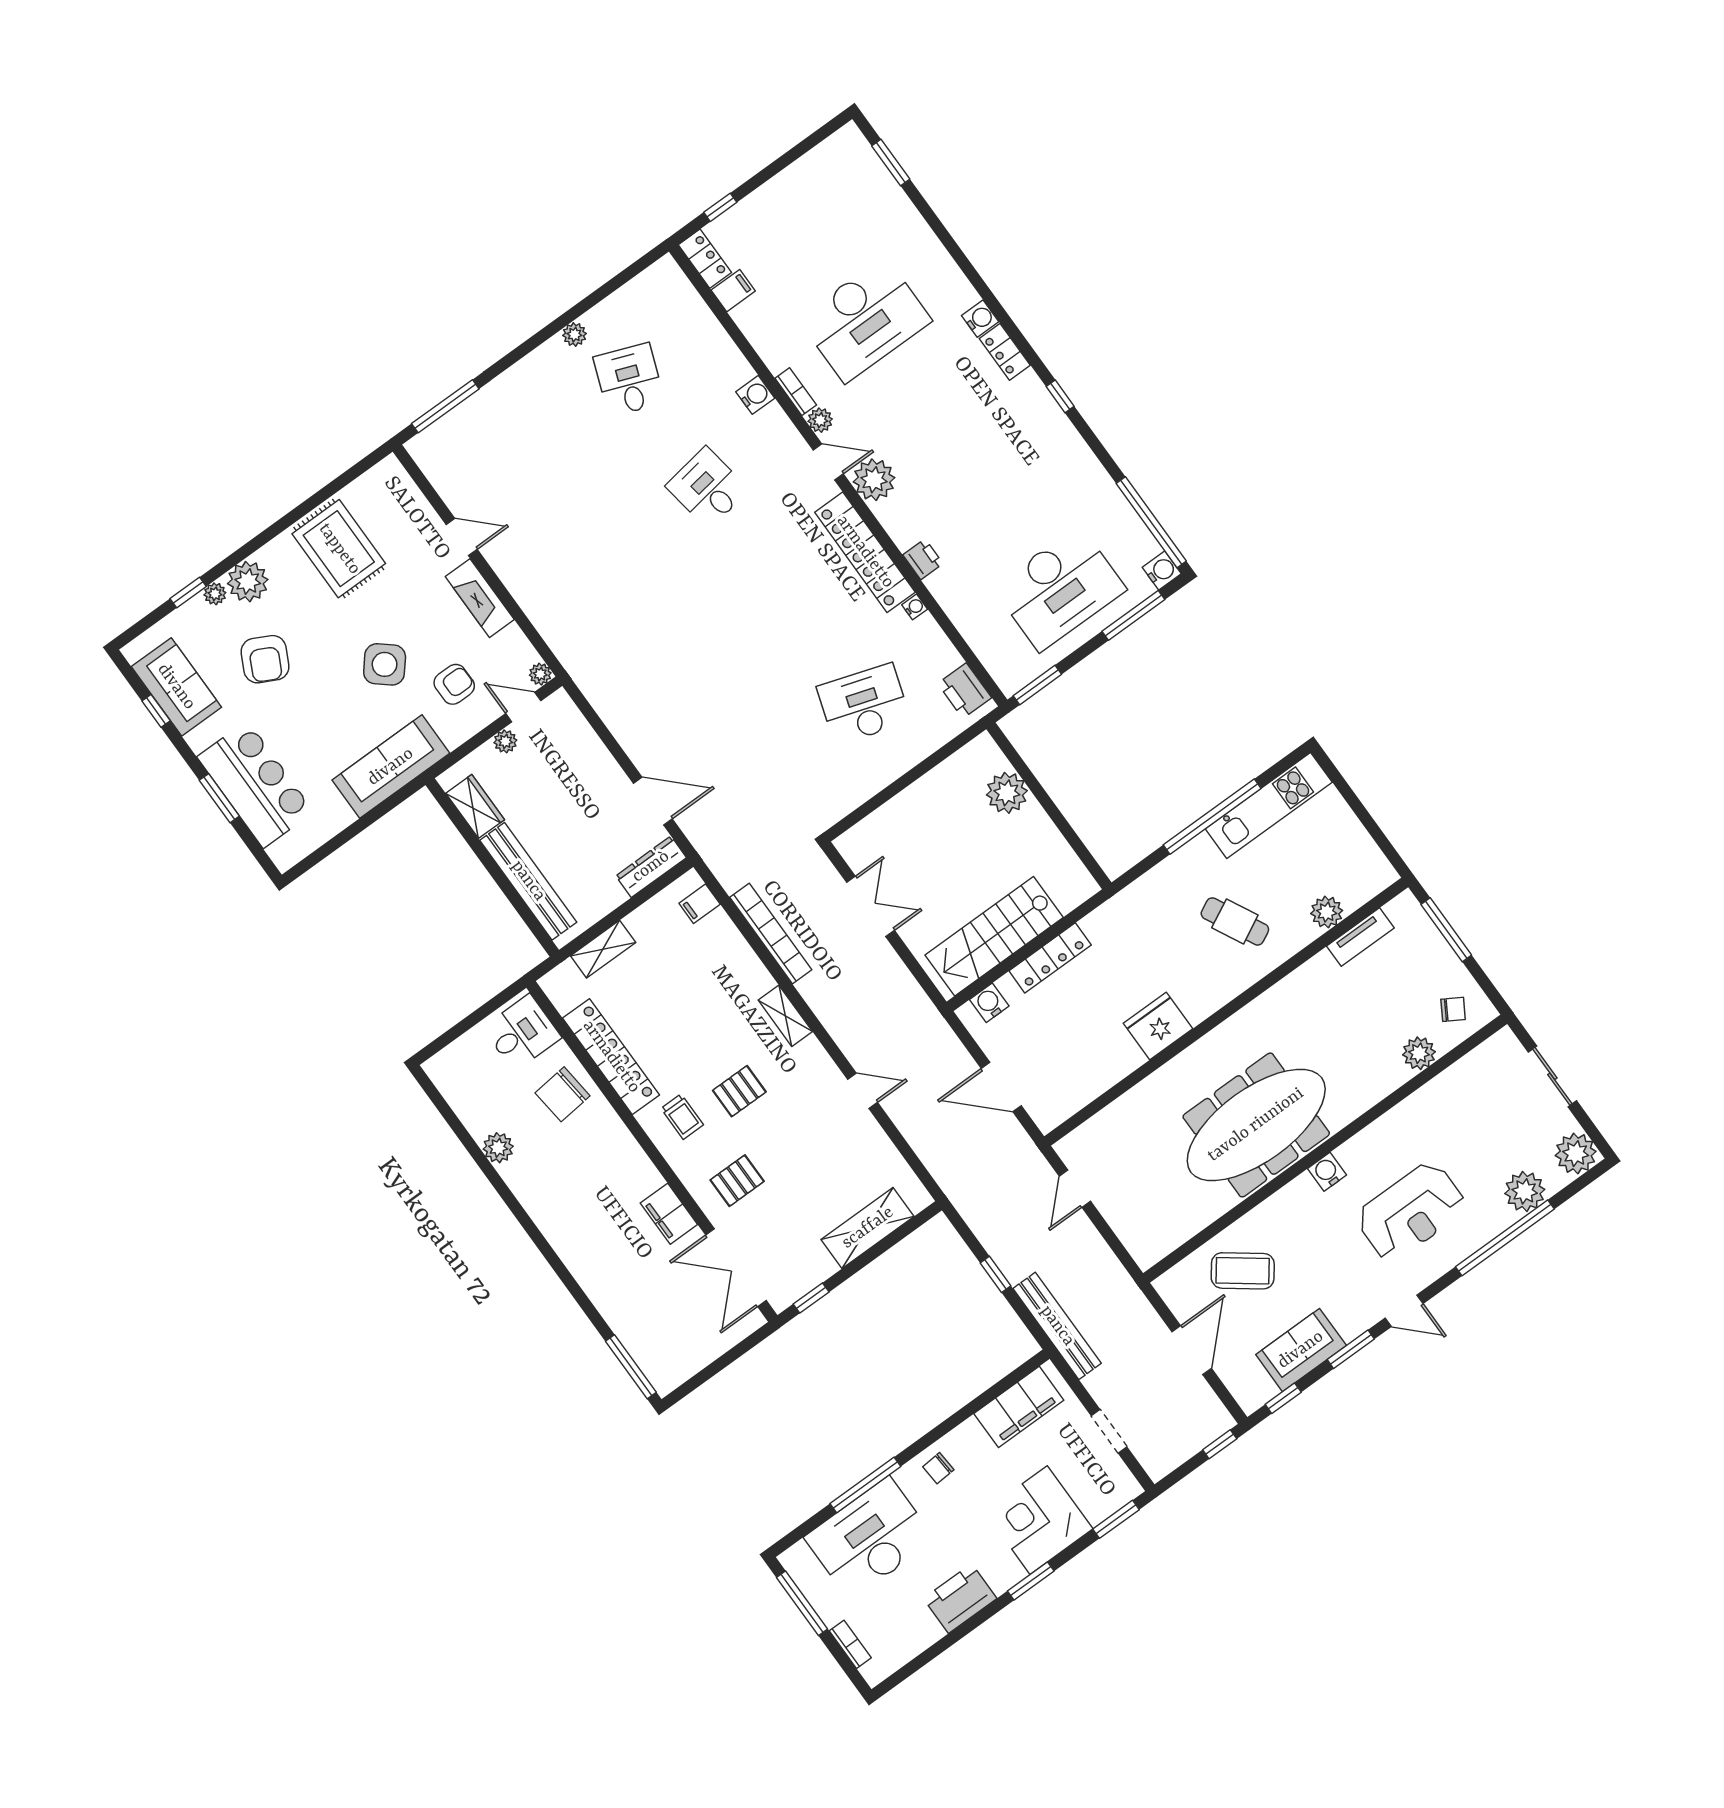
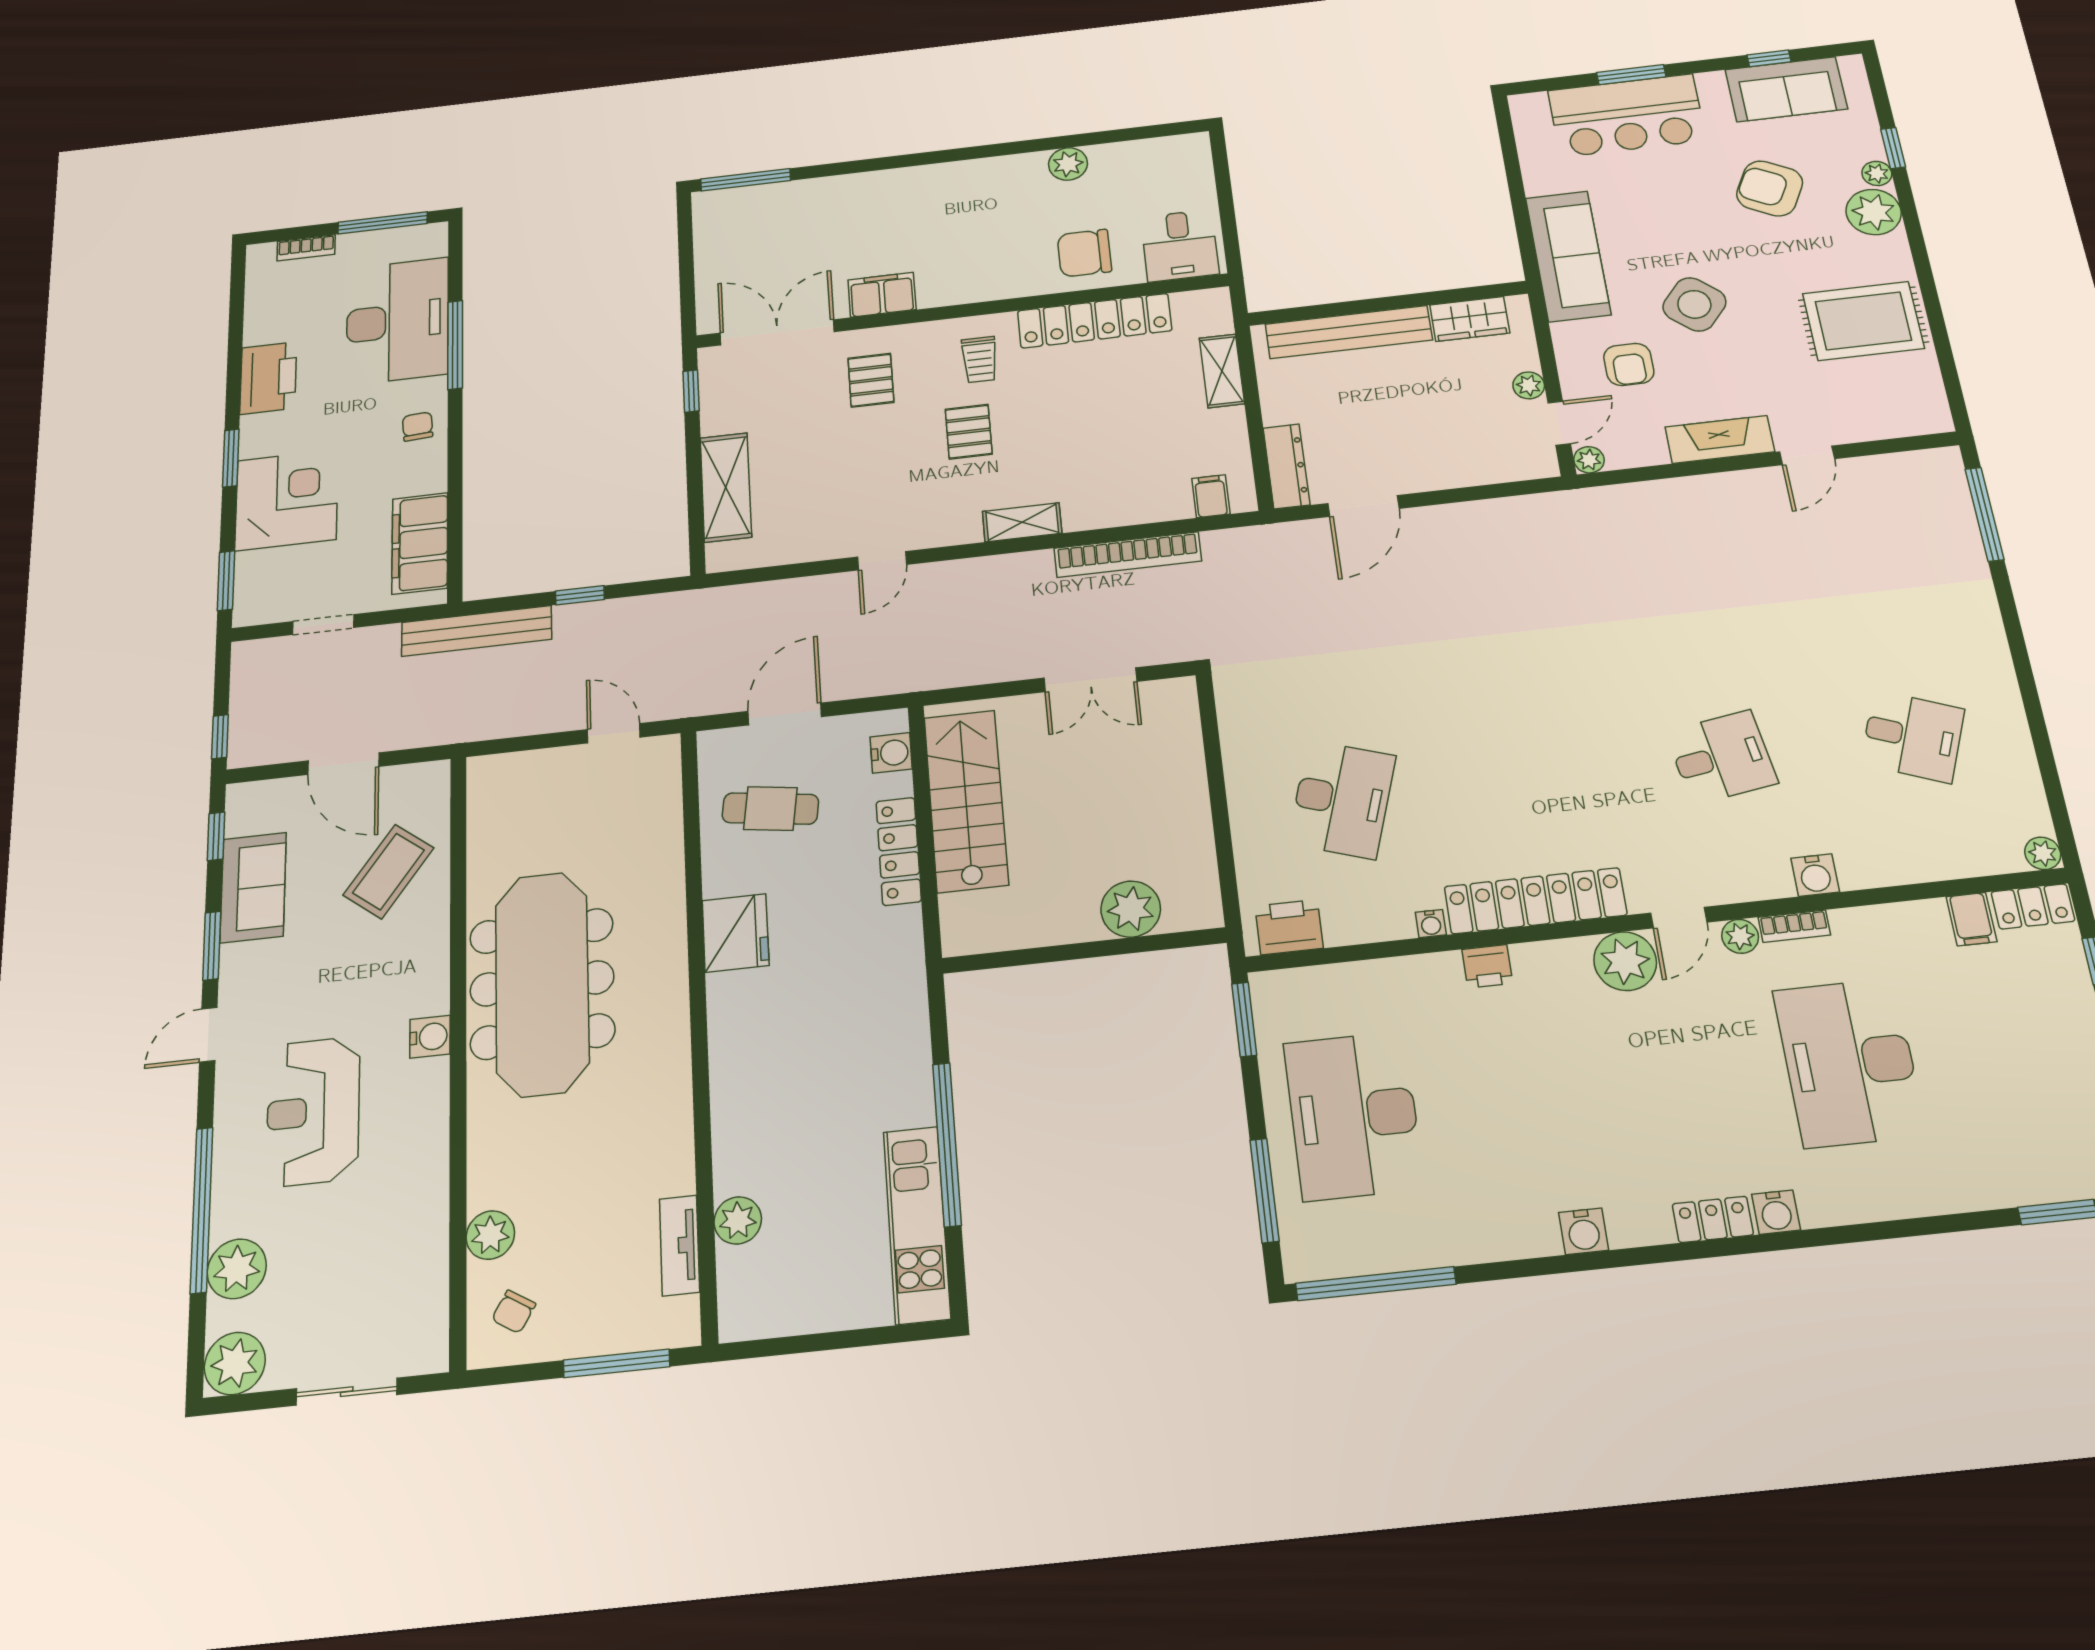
plant: (574, 335) -> (2043, 853), moved
window: (1060, 396) -> (1613, 1259), removed
water cooler: (1162, 571) -> (1584, 1231), moved
cafe table: (1235, 921) -> (770, 809), moved, turned 35
chair: (563, 1094) -> (1084, 253), turned -84
trolley: (682, 1117) -> (980, 360), turned -90

